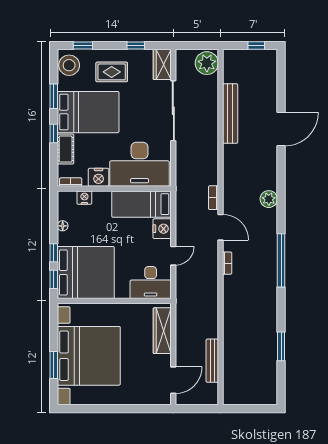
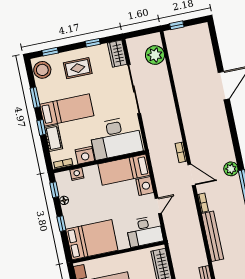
window: (256, 45) -> (177, 25), moved
plant: (207, 63) -> (155, 55), moved
bed: (88, 112) -> (67, 110), width x0.67
bench: (230, 114) -> (213, 236), moved
plant: (269, 199) -> (231, 169), moved
bed: (86, 272) -> (92, 240), width x0.73
window: (54, 279) -> (54, 190), moved

